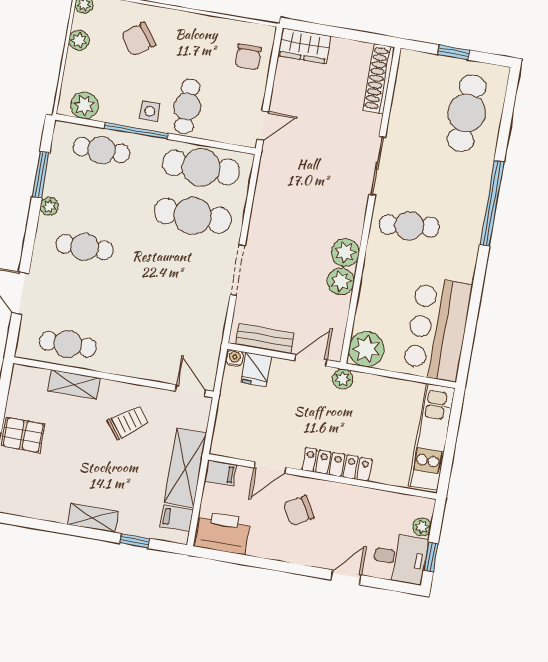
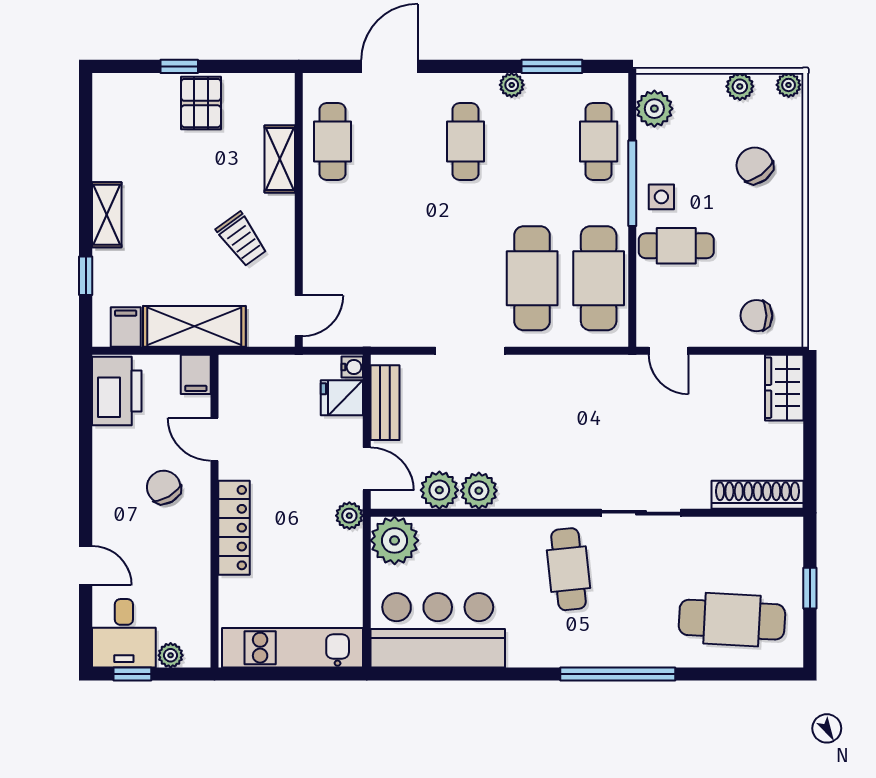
plant: (345, 252) -> (439, 490), moved

